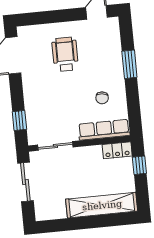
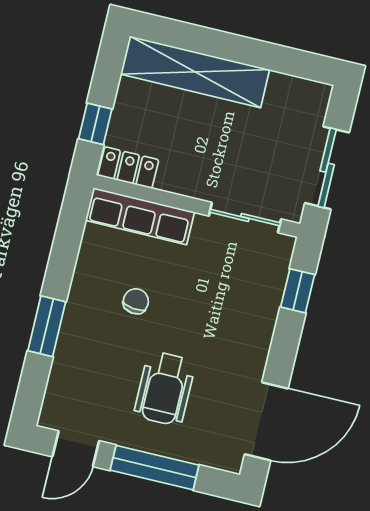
window: (57, 16) -> (155, 468), added
chair: (102, 98) -> (136, 301), moved

